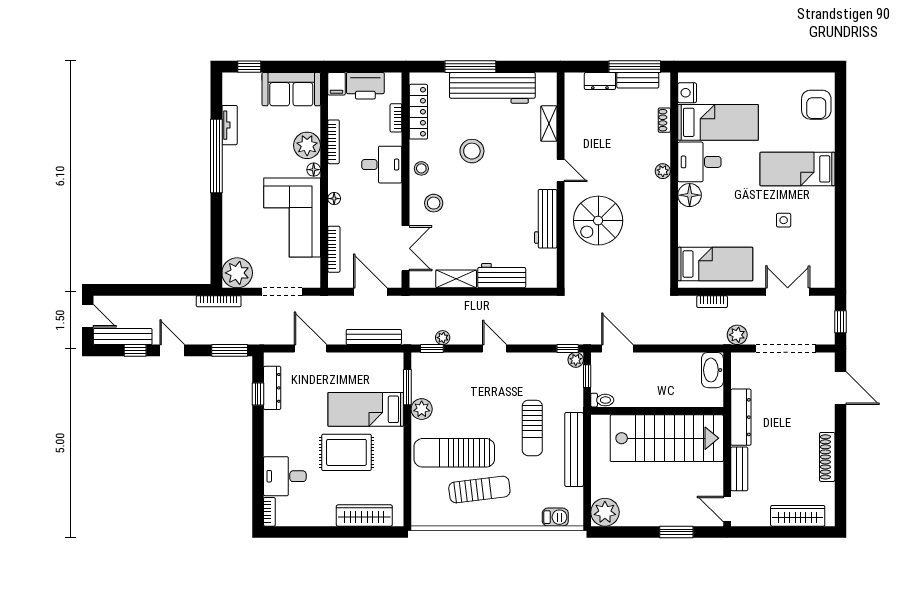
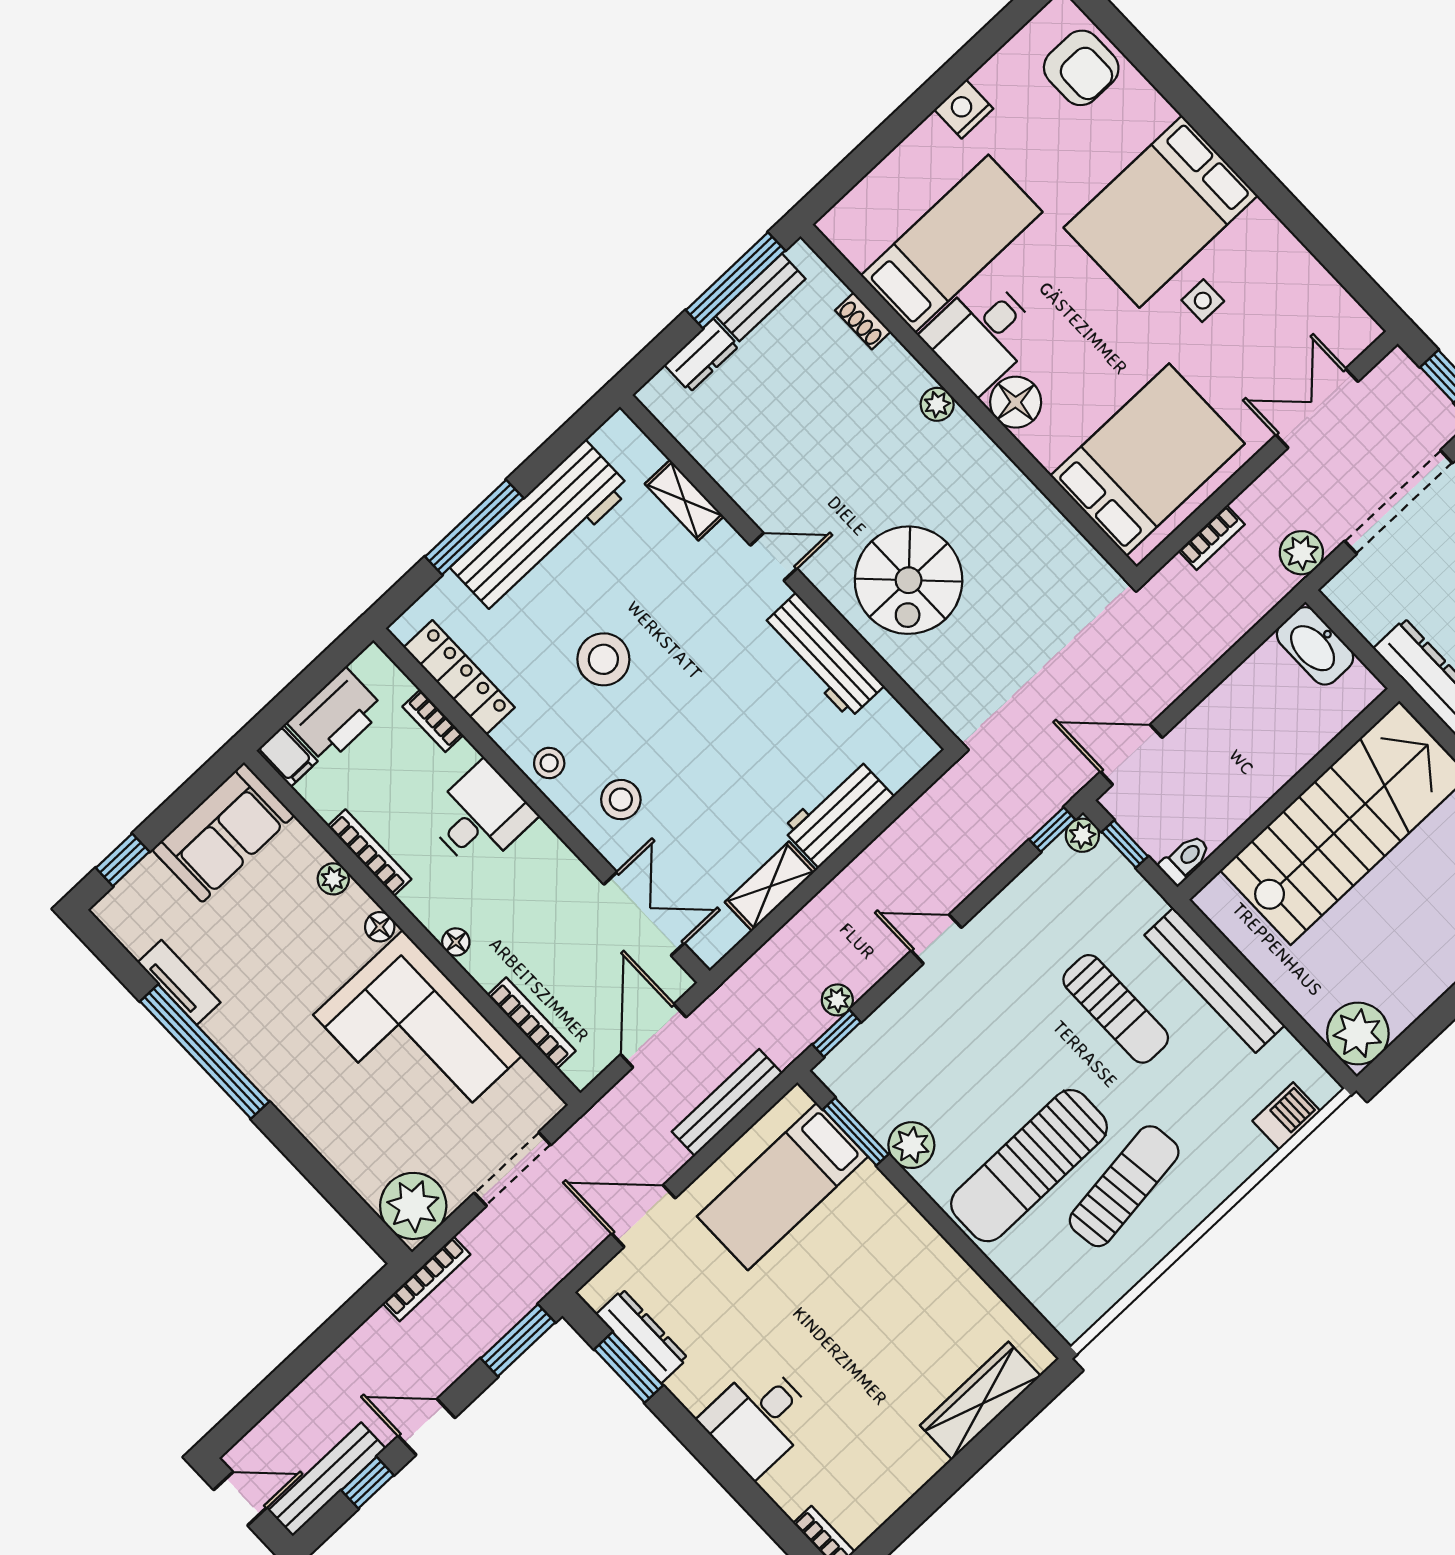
nightstand: (687, 93) -> (964, 109), moved, turned 90
plant: (307, 145) -> (333, 879), width x0.53, depth x0.53
bed: (798, 169) -> (1161, 212), width x1.50
bed: (715, 264) -> (1148, 460), width x1.50
door: (370, 292) -> (653, 1036), hinge flipped
window: (258, 394) -> (629, 1367), width x1.50
bed: (366, 409) -> (782, 1186), moved
rug: (346, 452) -> (857, 1327), removed
desk: (285, 476) -> (758, 1419), moved

